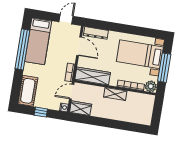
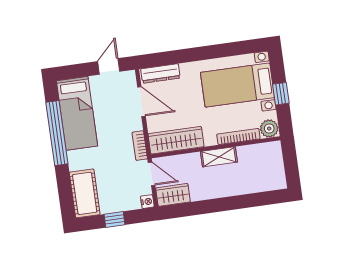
window: (164, 68) -> (281, 94), width x0.46
door: (72, 92) -> (152, 174), swing flipped

